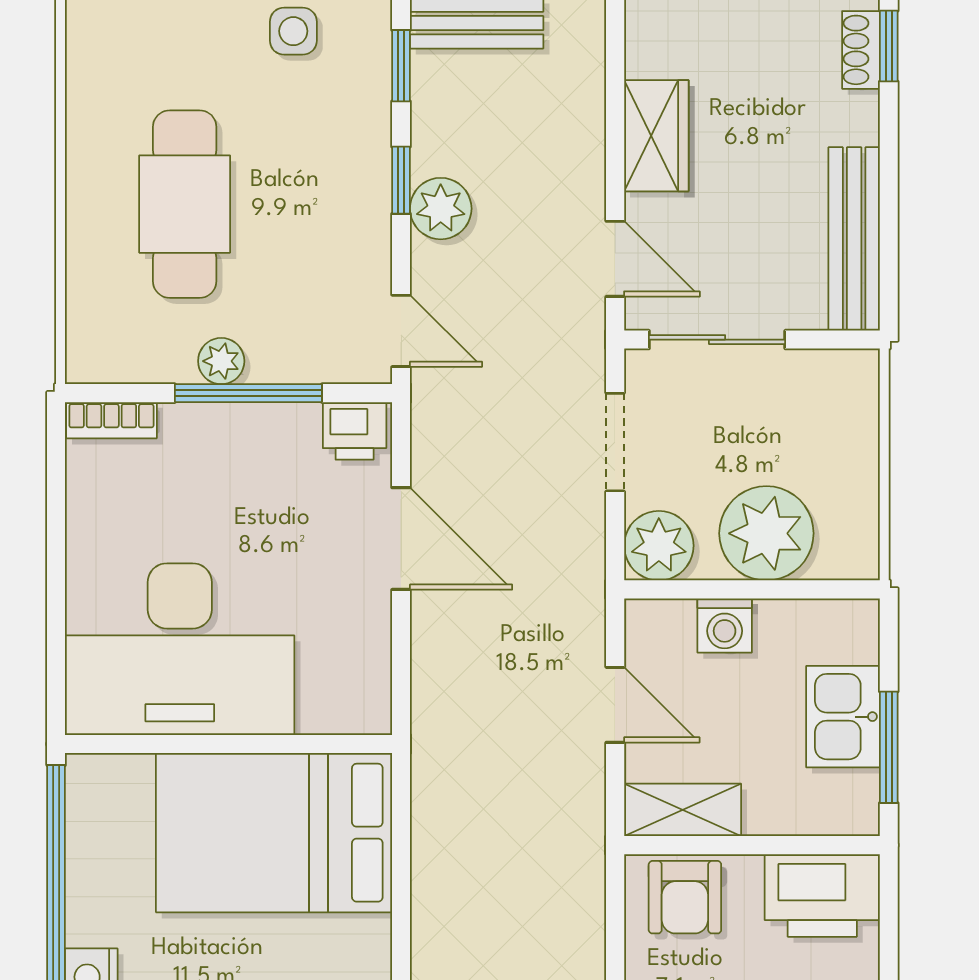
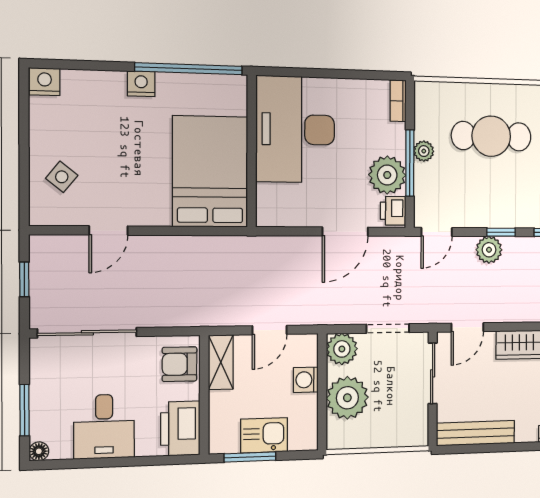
plant: (276, 444) -> (387, 175), added

